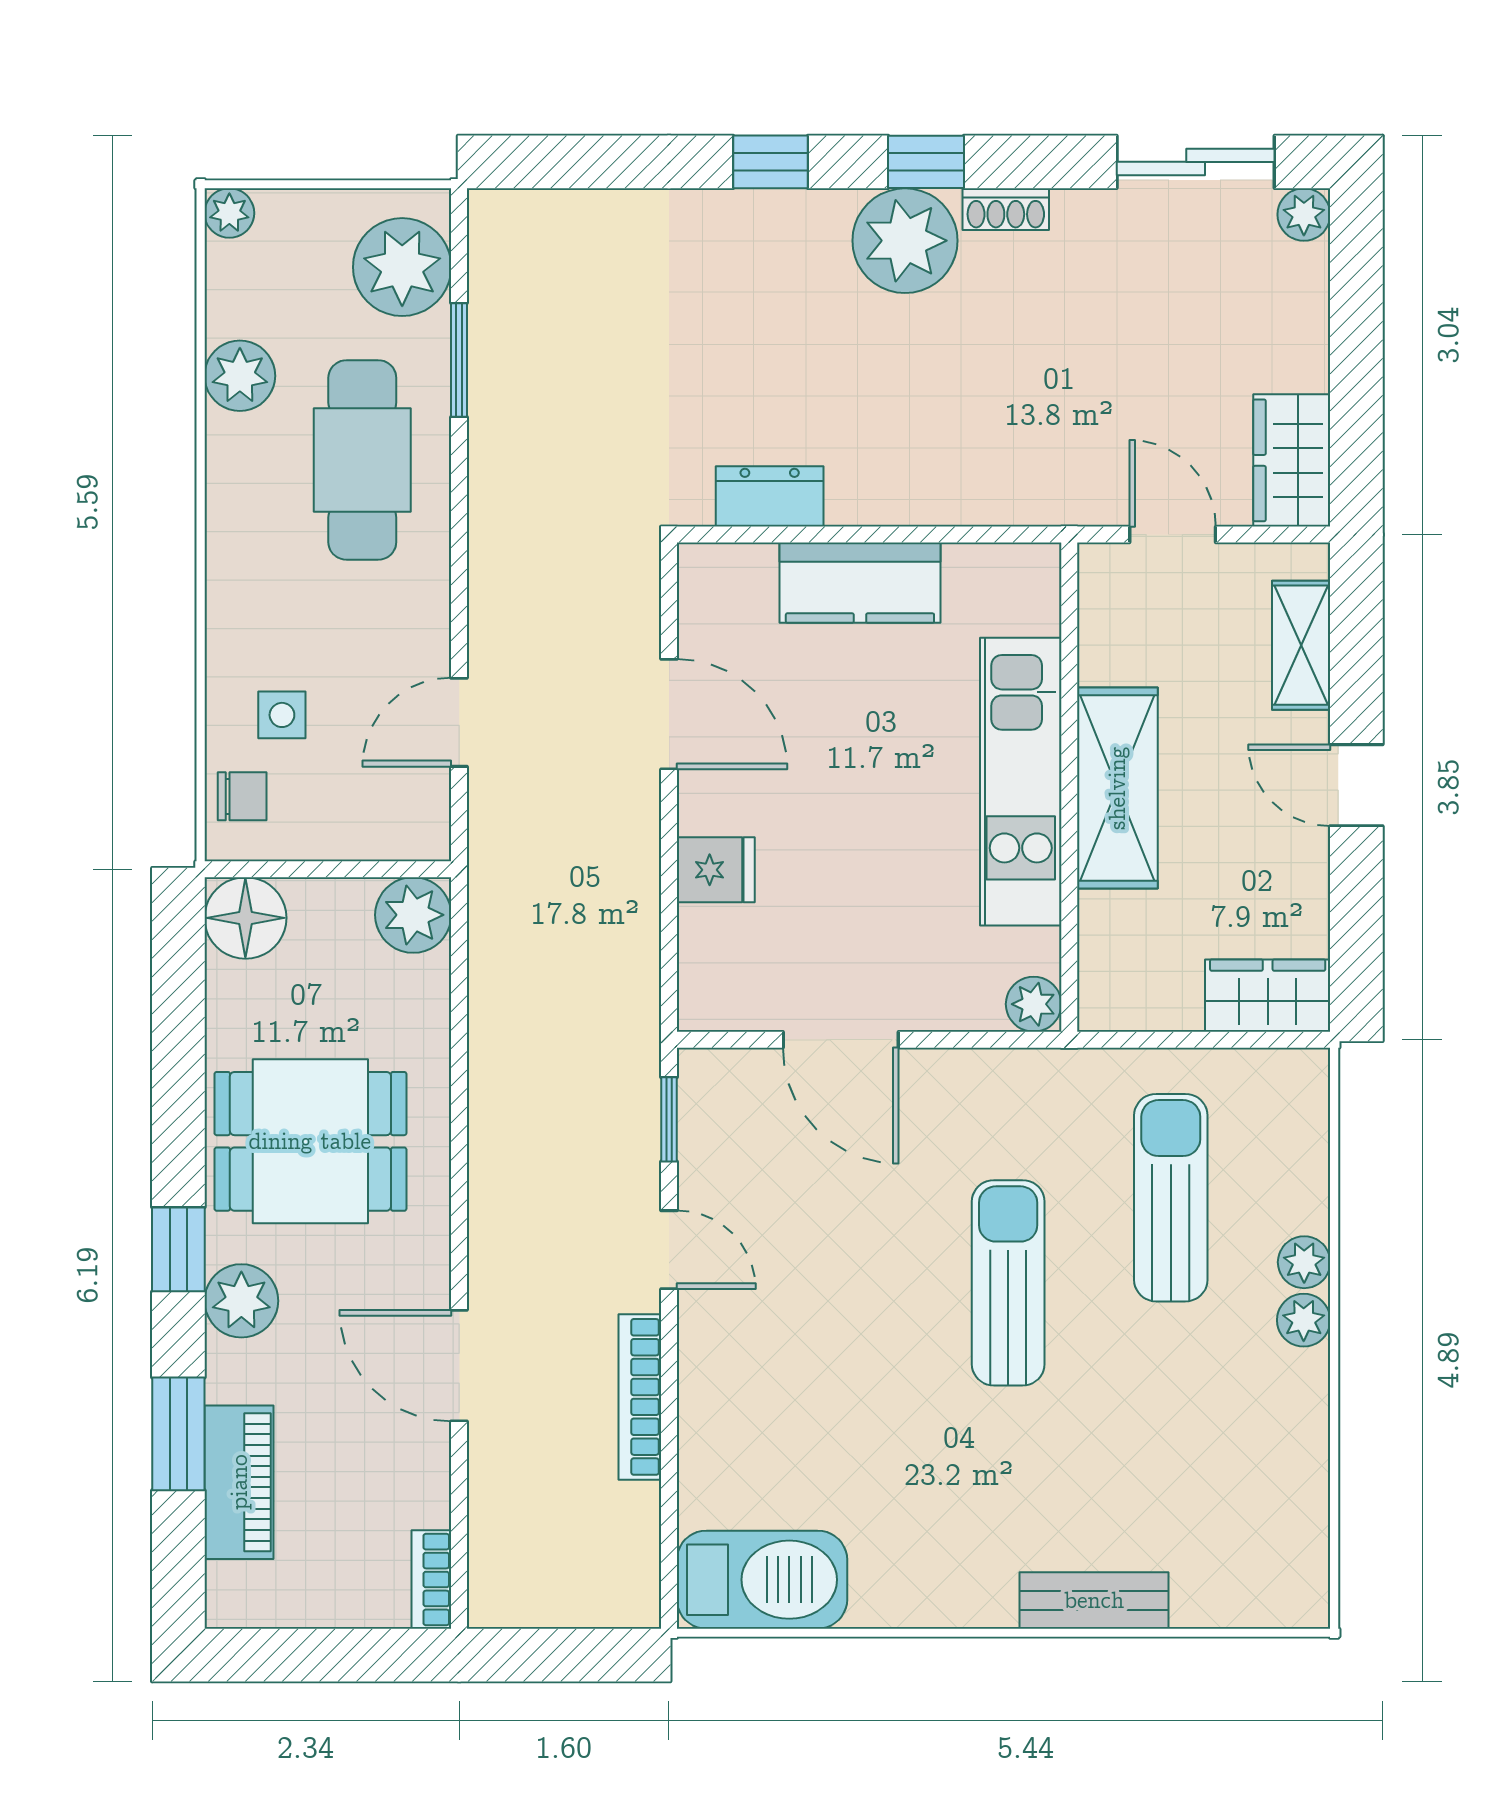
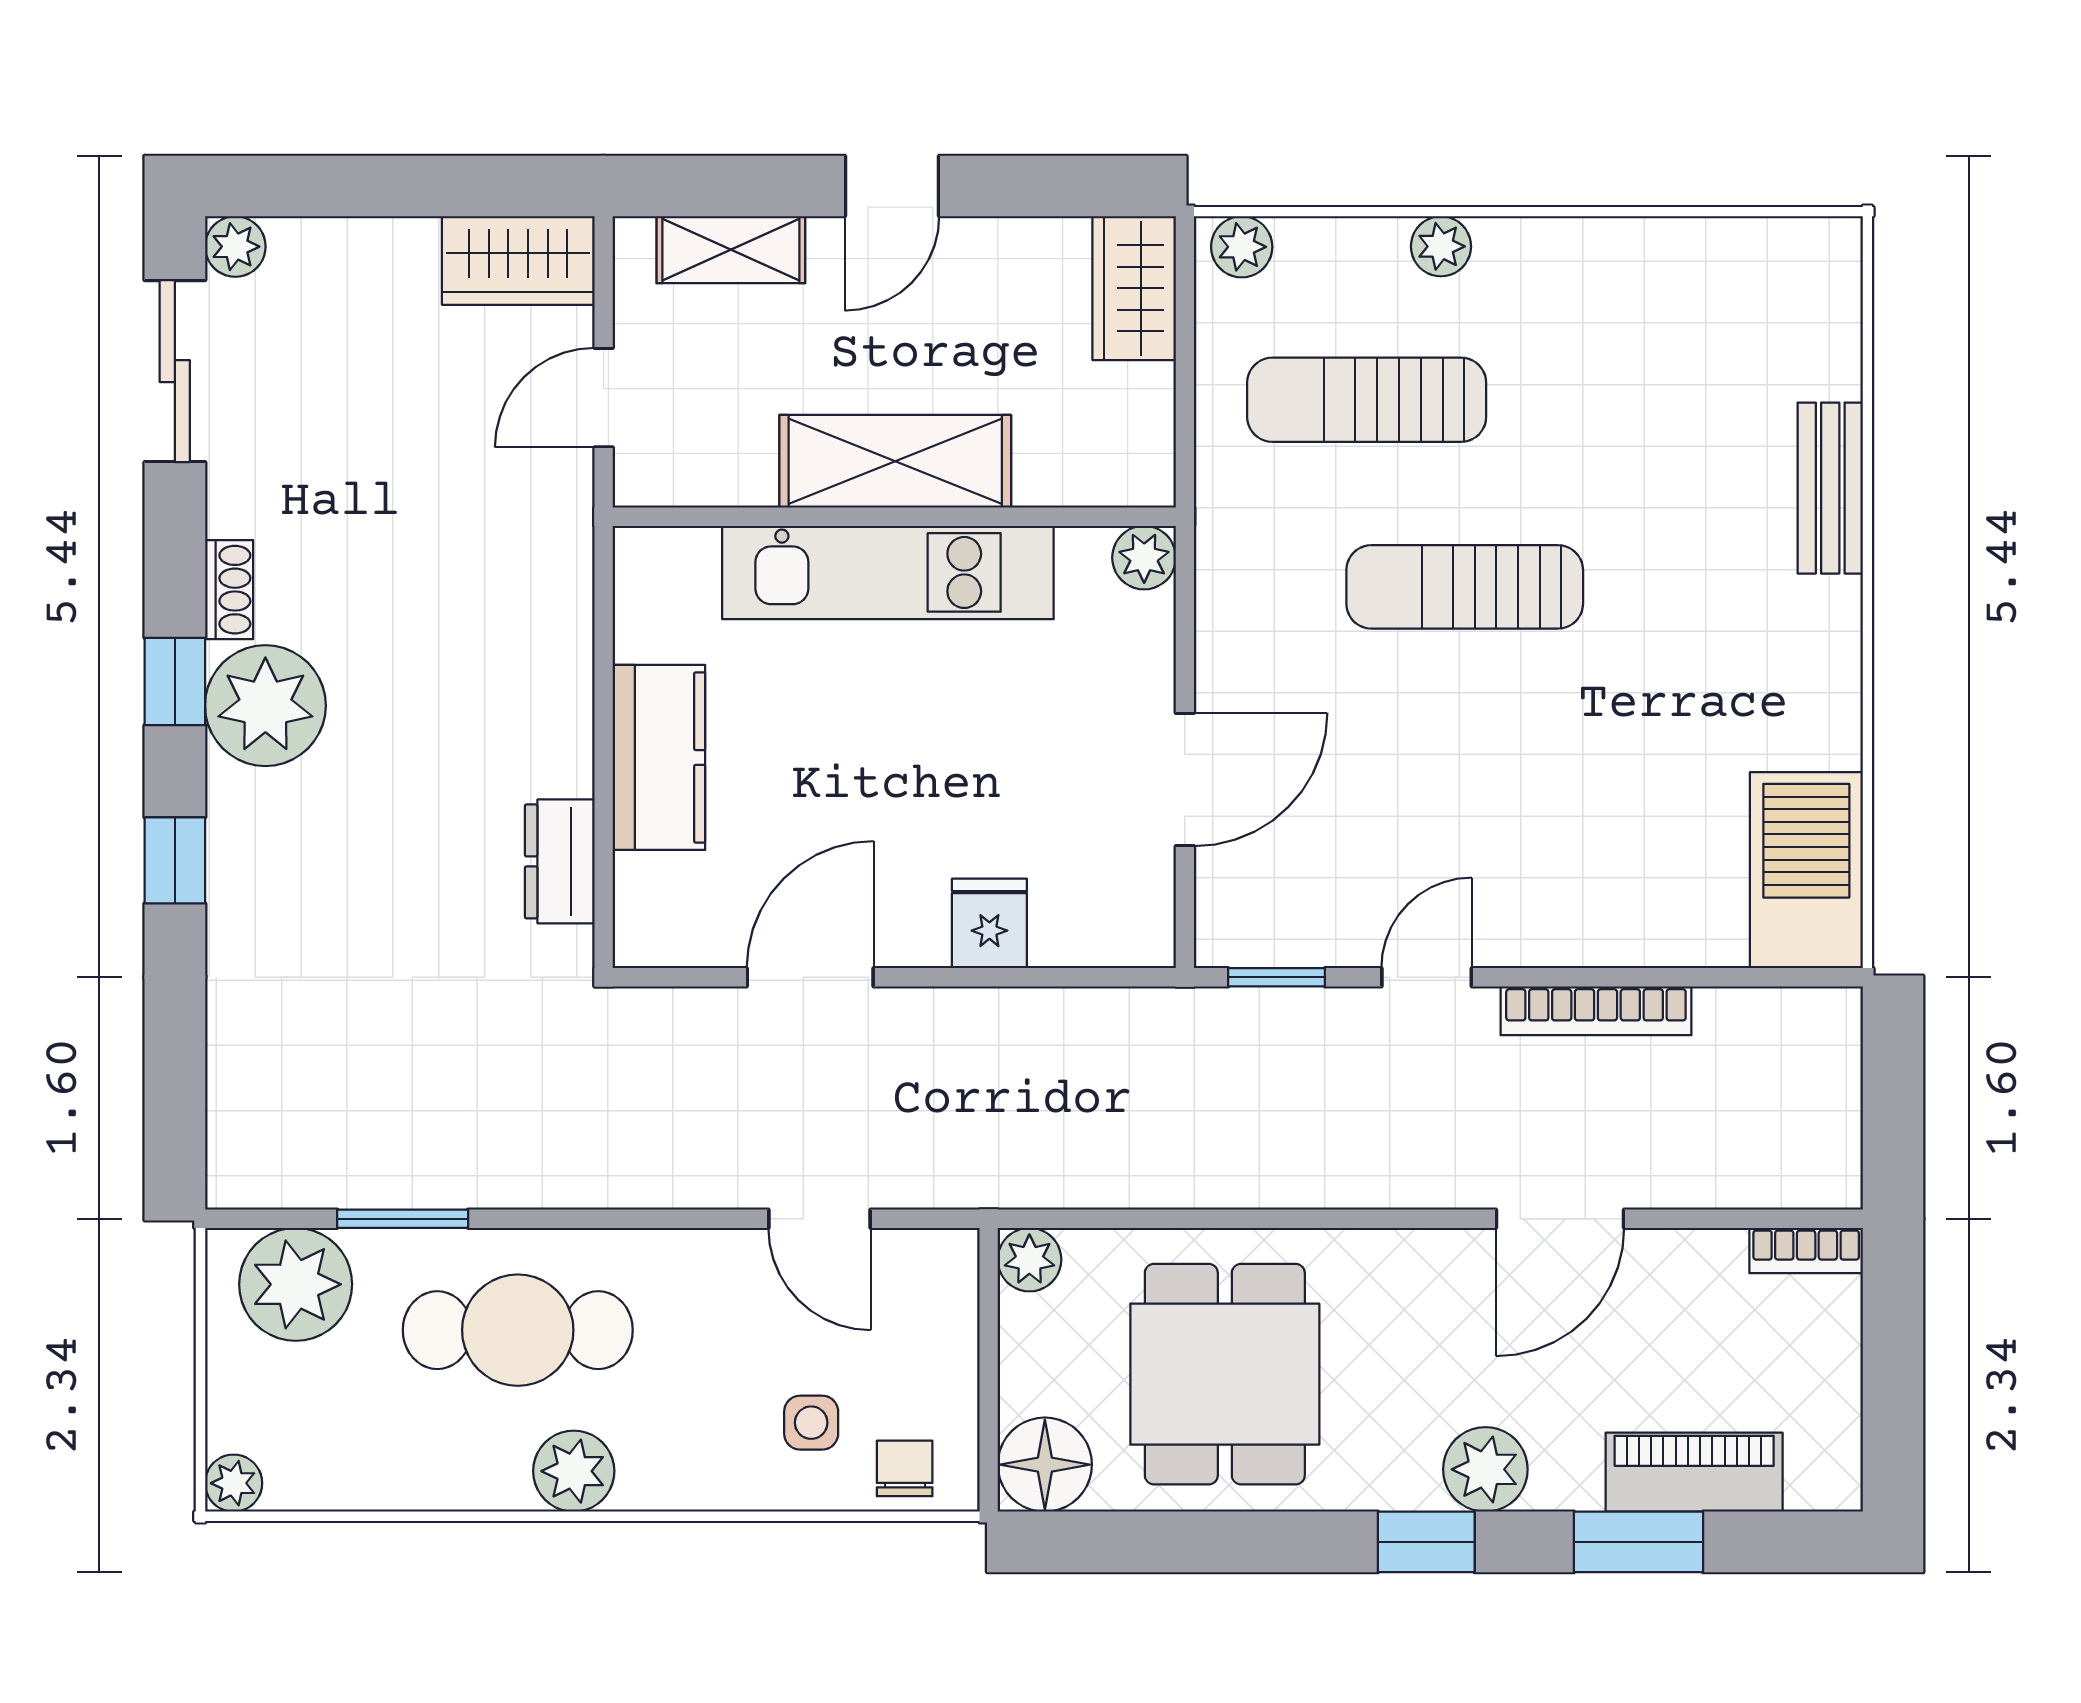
plant: (240, 376) -> (574, 1471), moved
plant: (413, 915) -> (1029, 1260), width x0.73, depth x0.73
dining table: (310, 1141) -> (1225, 1374), moved
plant: (1304, 1320) -> (1242, 247), moved

